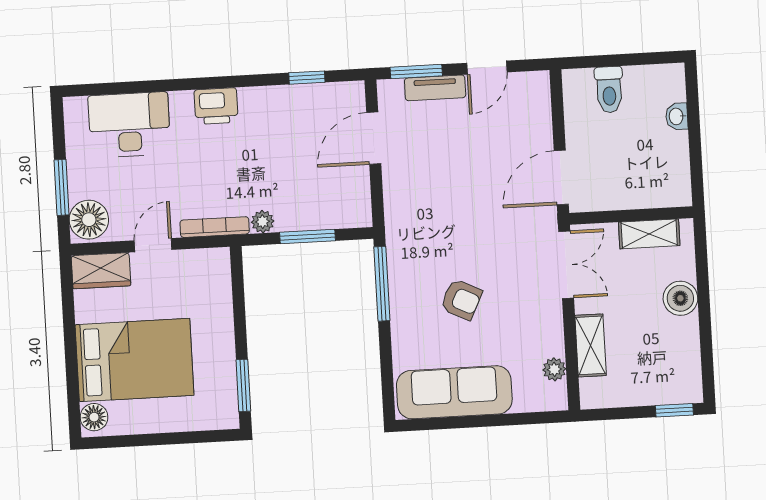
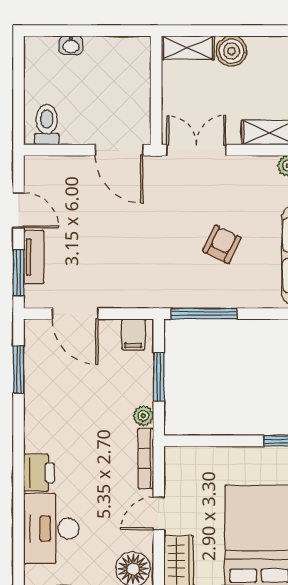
window: (307, 78) -> (19, 370), width x1.50
toilet: (609, 90) -> (47, 125), moved, turned -90
printer: (216, 106) -> (39, 473), moved
filing cabinet: (354, 205) -> (133, 334), added
shelving: (649, 234) -> (188, 48), moved, turned 90
door: (153, 245) -> (159, 514), hinge flipped

